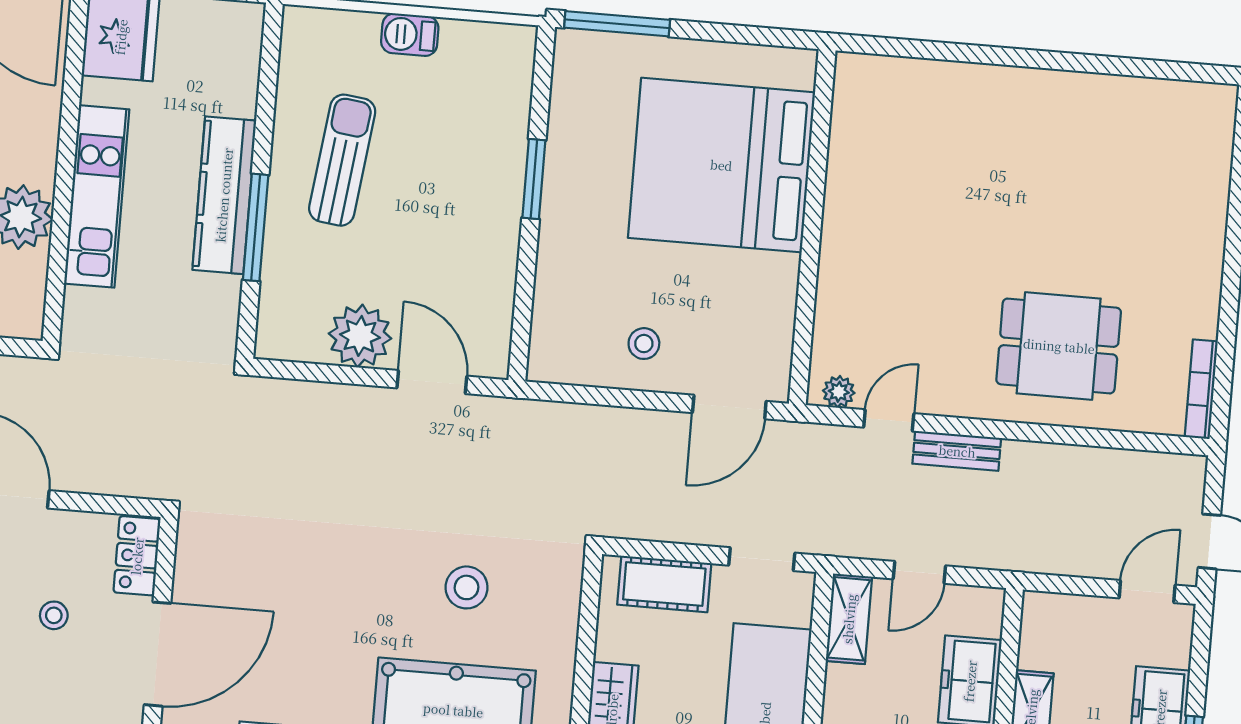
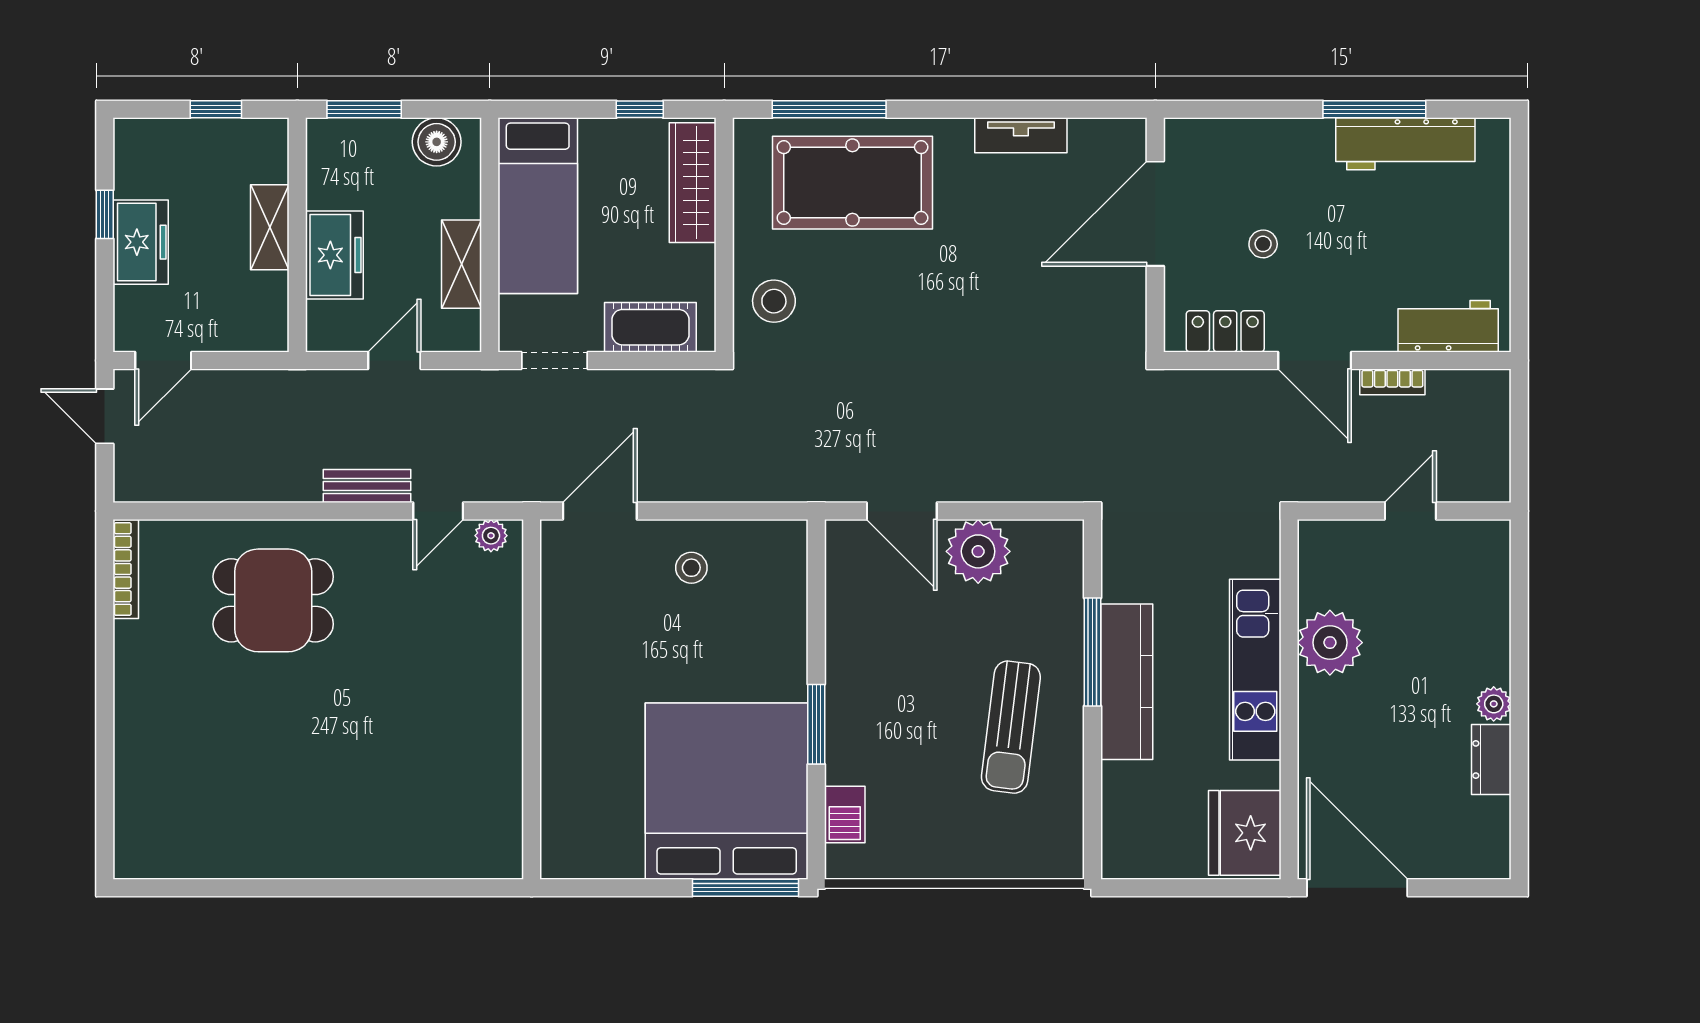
barbecue: (410, 35) -> (845, 815), moved, turned 90
bed: (721, 165) -> (727, 791), moved, turned -90
locker: (137, 556) -> (1225, 331), moved, turned -90
stool: (467, 587) -> (774, 301), moved
shelving: (849, 619) -> (461, 264), moved

